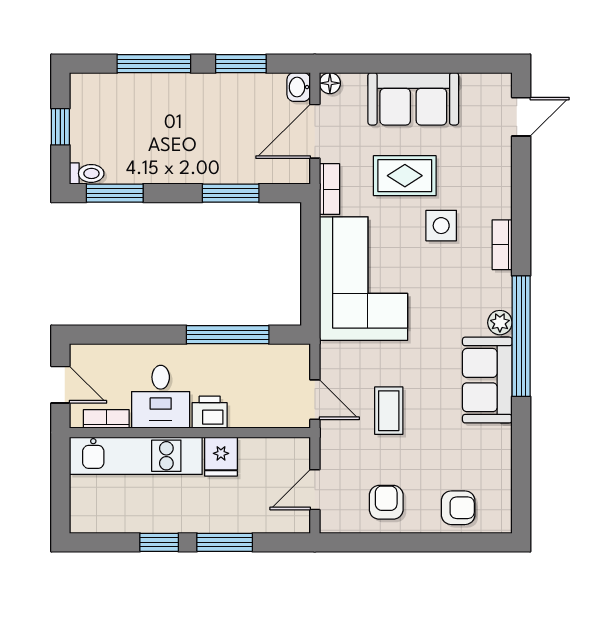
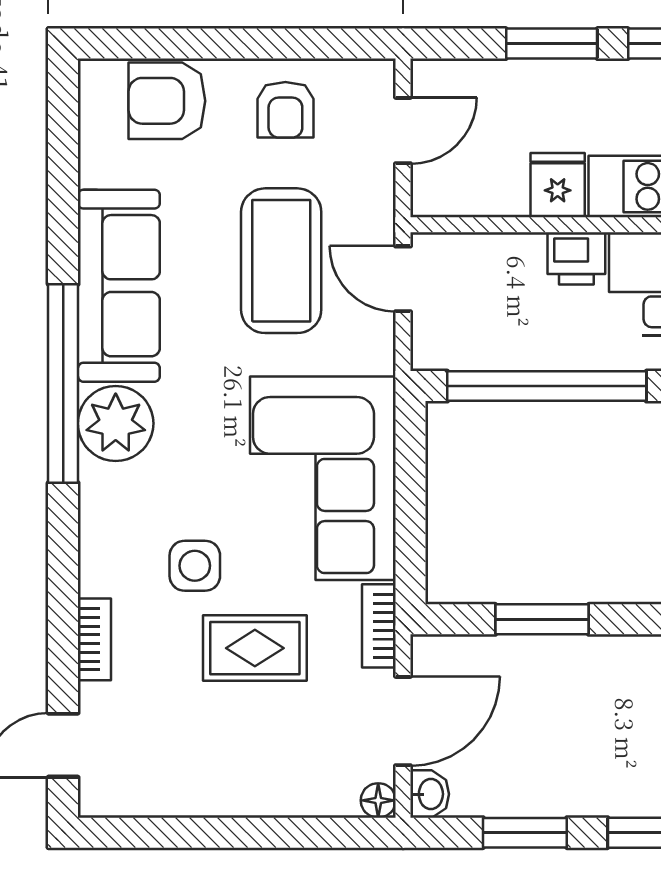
sofa: (413, 99) -> (241, 775), removed
bookcase: (502, 245) -> (94, 639), moved
plant: (500, 323) -> (116, 423), width x1.88, depth x1.88
window: (228, 335) -> (547, 386), width x1.46
sofa: (487, 380) -> (119, 286), width x1.36
coffee table: (389, 411) -> (281, 261), width x1.86, depth x1.72
armchair: (458, 508) -> (167, 101), width x1.38, depth x1.38

